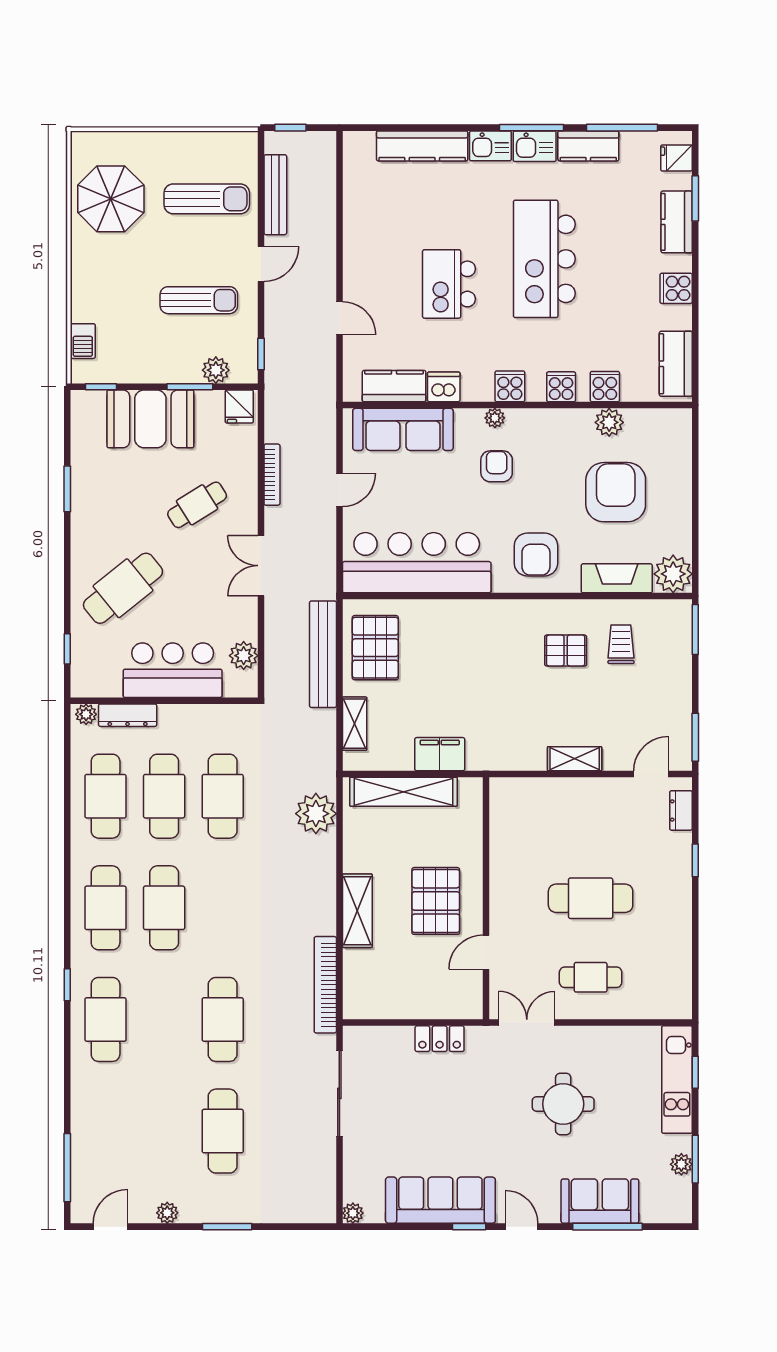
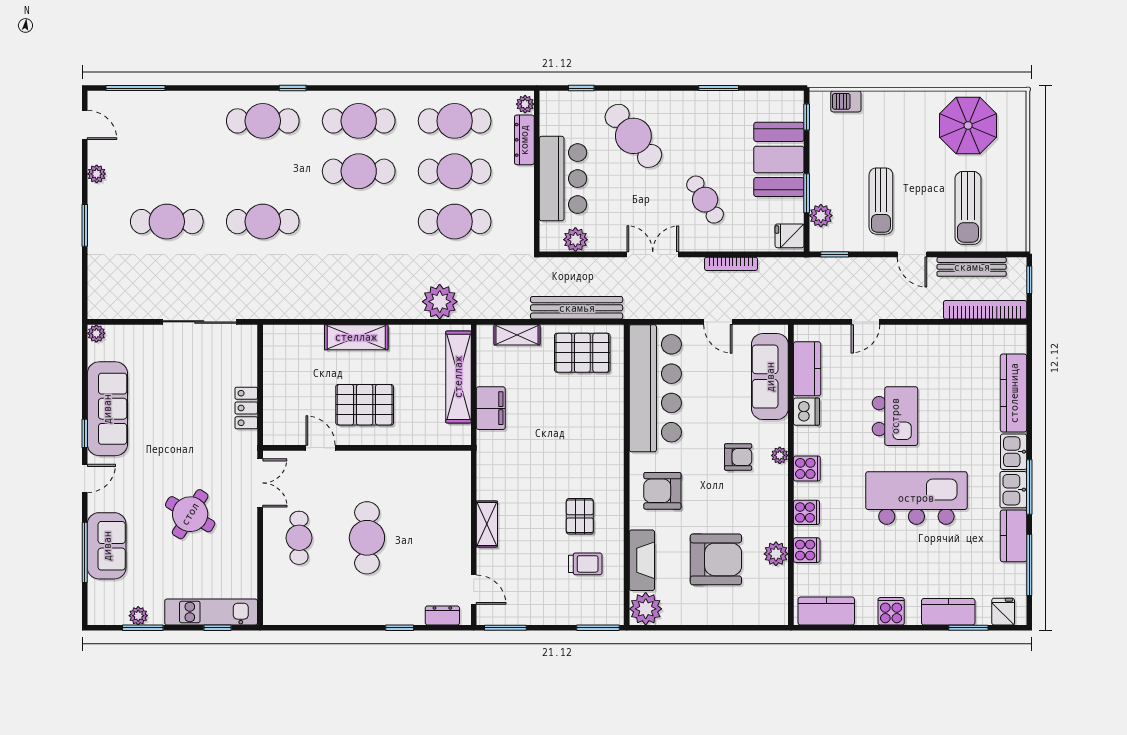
kitchen island: (449, 284) -> (895, 416), turned 90
bookcase: (325, 985) -> (985, 310), moved
round table: (563, 1104) -> (190, 514), turned 31

